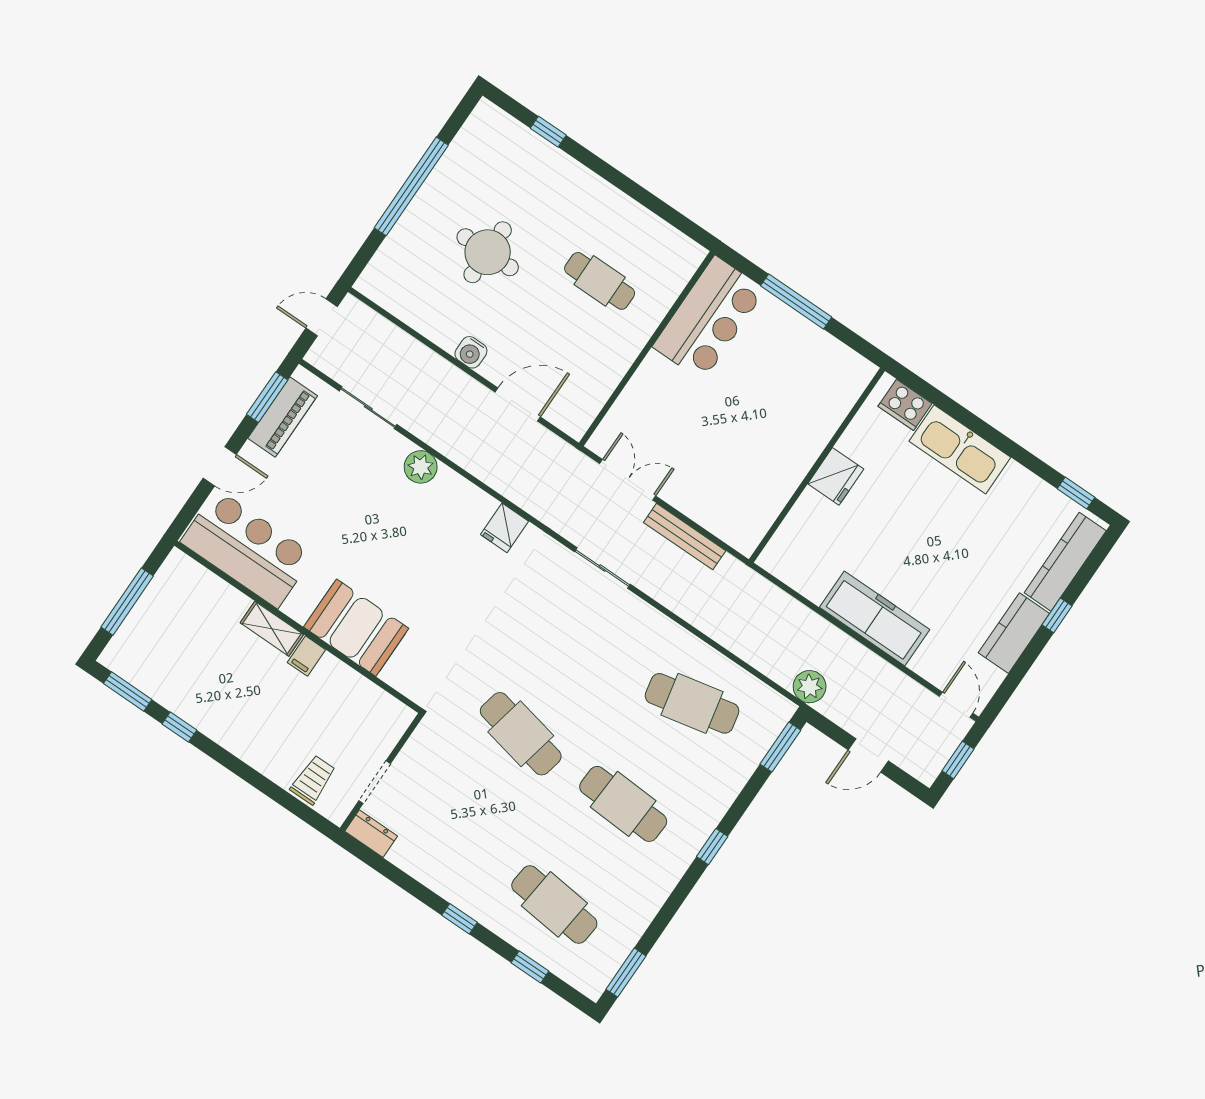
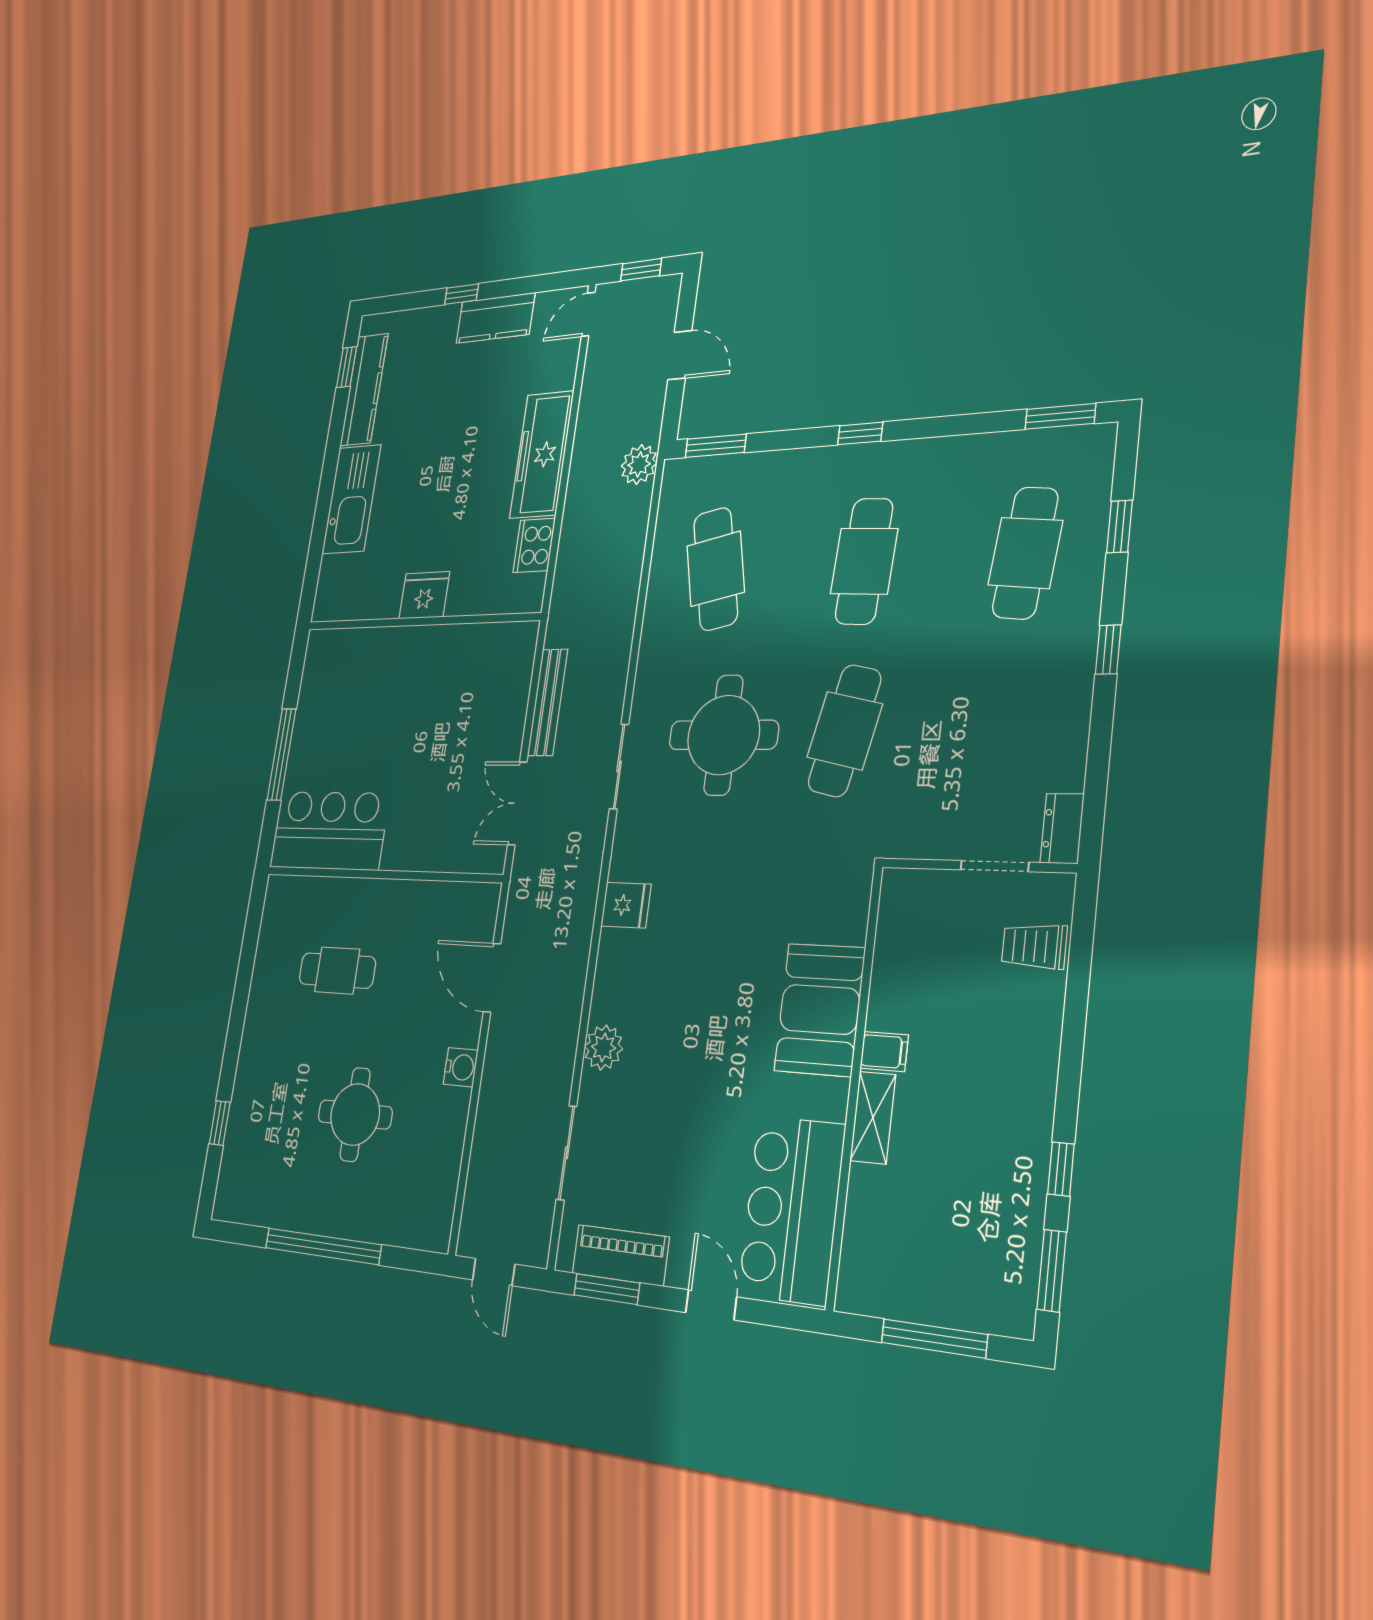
cafe table: (600, 281) -> (337, 971), turned 90
cooker: (905, 405) -> (534, 545), moved, turned 180
kitchen counter: (1065, 562) -> (364, 390), moved, turned -90
round table: (573, 652) -> (724, 735), added

